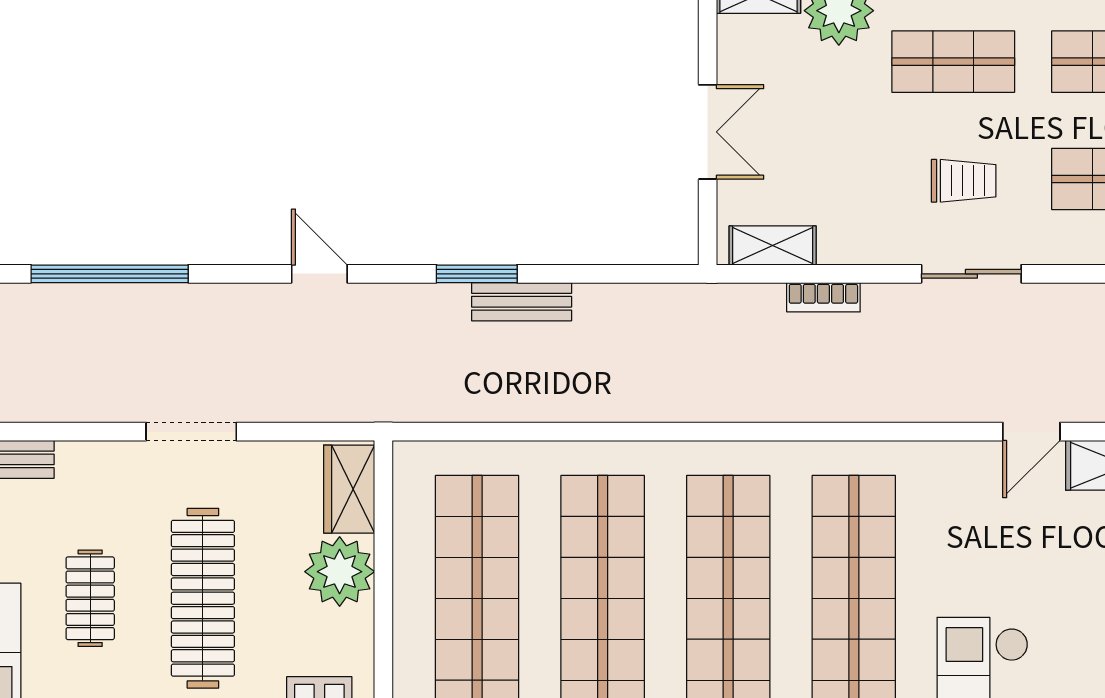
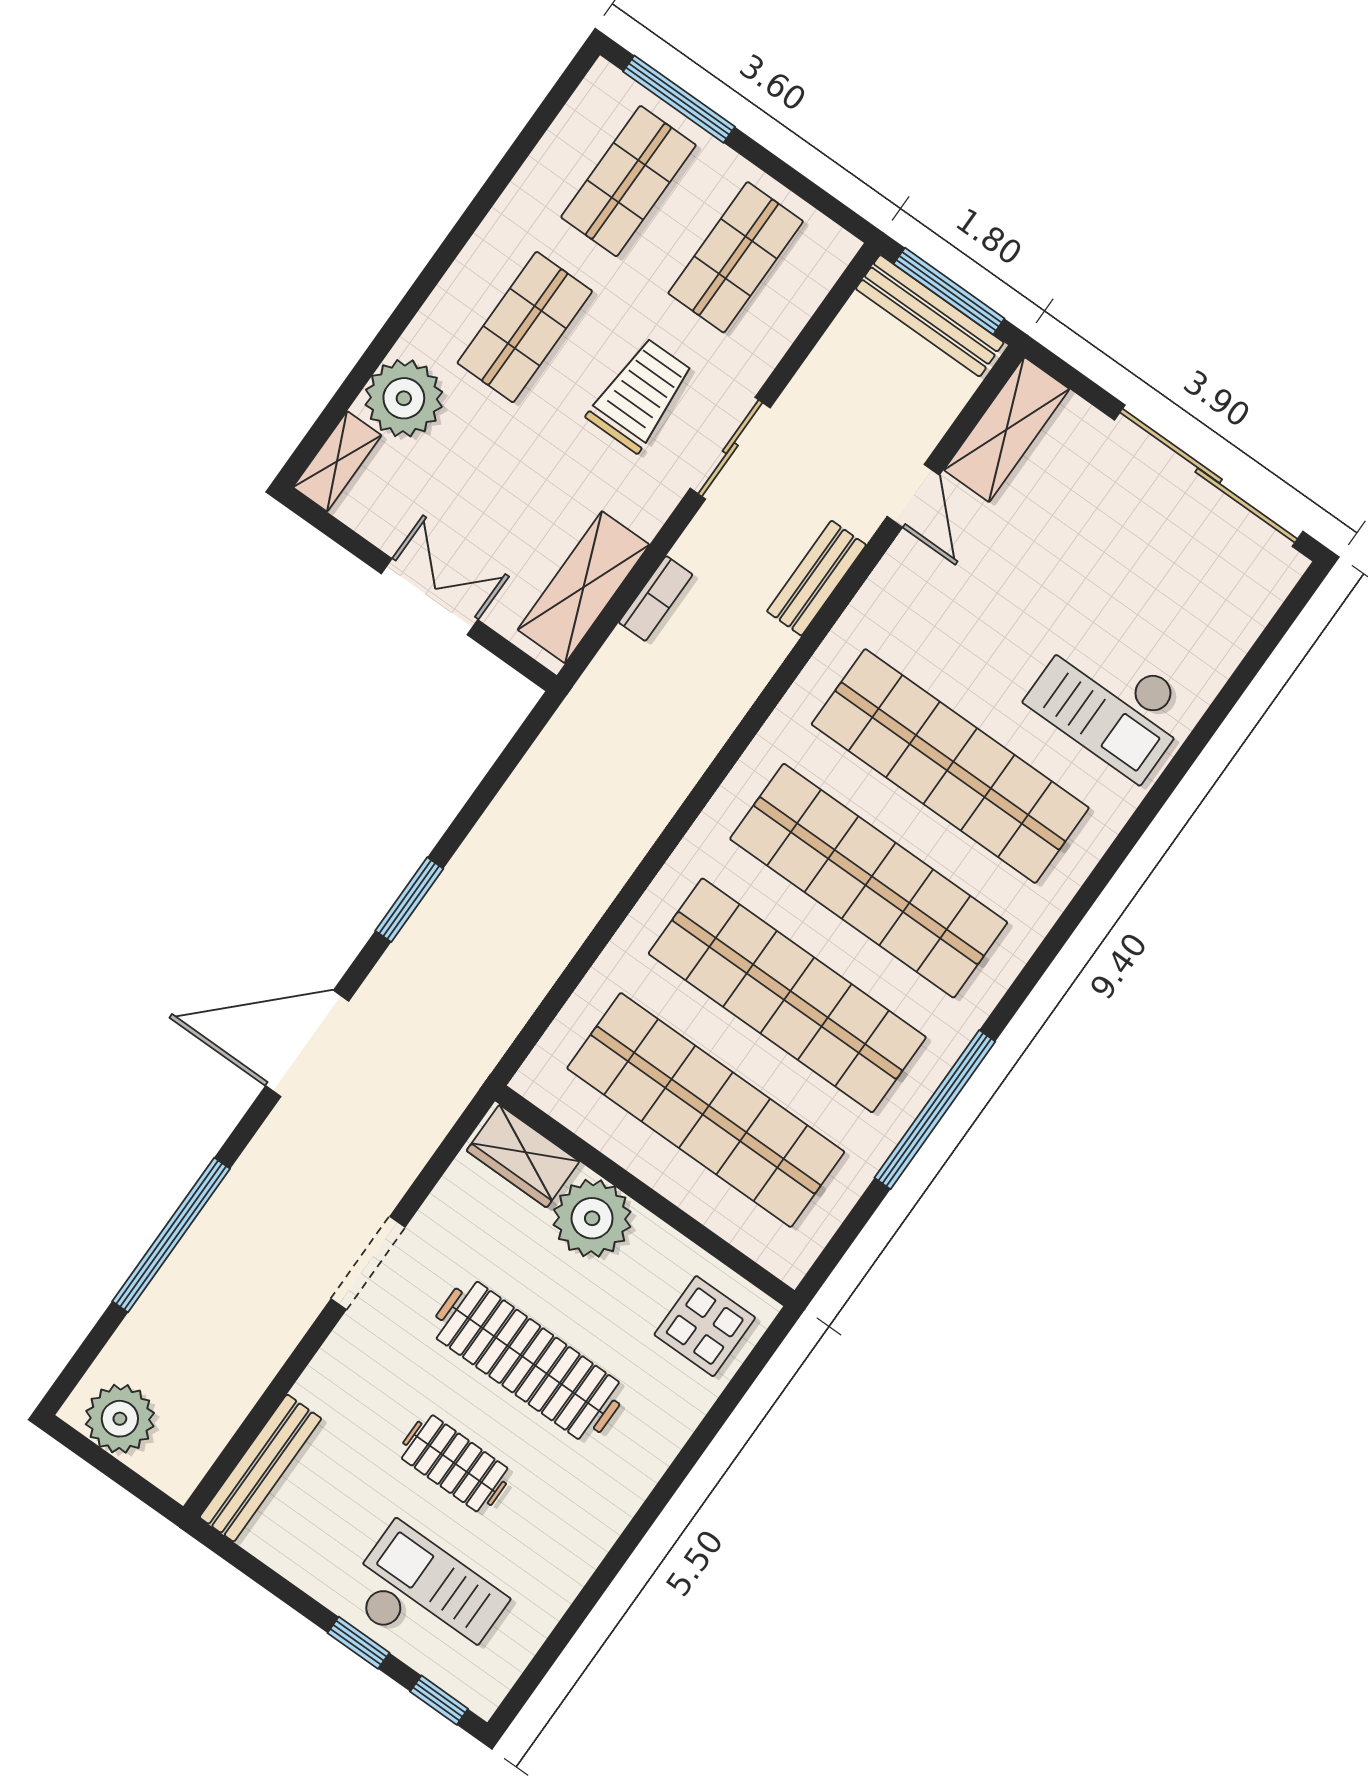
trolley: (964, 181) -> (640, 395), width x1.36, depth x1.39
shelving: (773, 245) -> (583, 587), width x1.50, depth x1.33
door: (319, 274) -> (307, 1043), width x1.88
bench: (522, 302) -> (816, 578), moved

